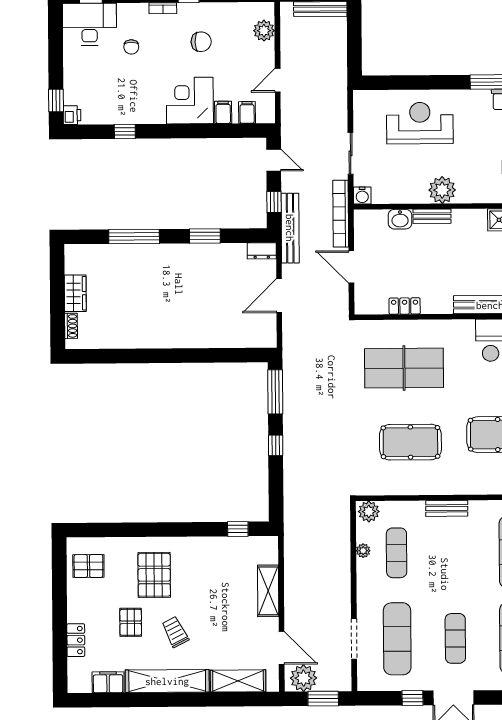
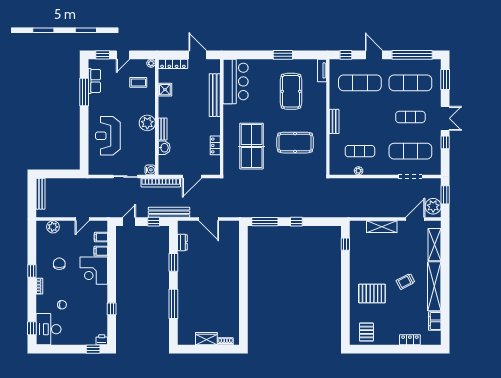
door: (278, 80) -> (82, 219), hinge flipped
dresser: (262, 251) -> (182, 242), moved
pool table: (410, 442) -> (295, 143), turned 90
plant: (369, 511) -> (336, 167), removed
pallet: (131, 622) -> (400, 307), removed

